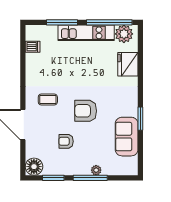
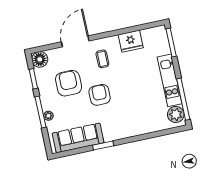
window: (62, 22) -> (171, 43), moved
dishwasher: (33, 47) -> (147, 35), removed
fridge: (128, 64) -> (131, 41), moved, turned 180
sofa: (127, 137) -> (78, 138), width x1.36
armchair: (66, 141) -> (69, 83), width x1.88, depth x1.88

